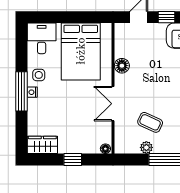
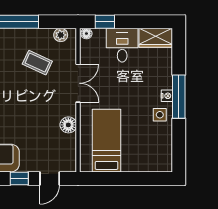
desk: (42, 38) -> (122, 45), moved, turned 180
bed: (81, 51) -> (107, 141), width x0.67
plant: (146, 147) -> (61, 35), moved
window: (73, 159) -> (105, 22), moved

